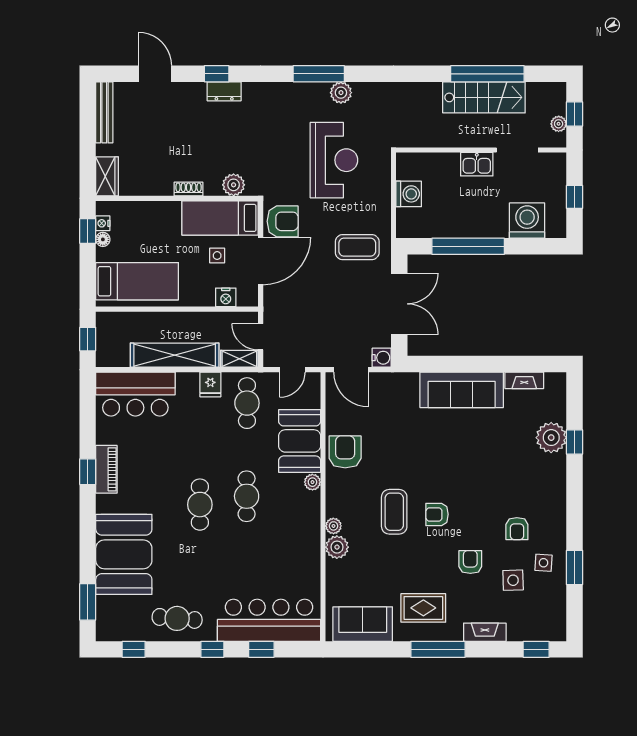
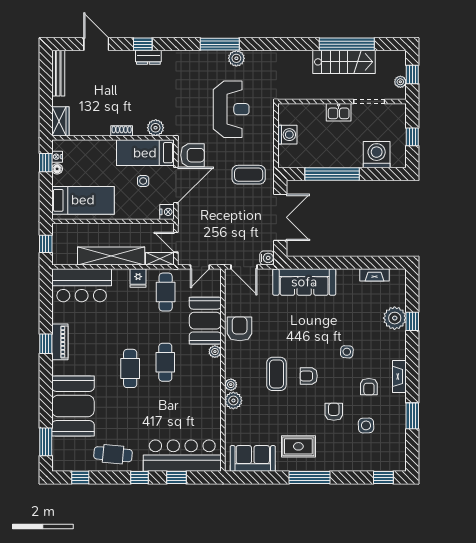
nightstand: (226, 297) -> (167, 212), moved, turned -90
sofa: (462, 390) -> (304, 282), moved
side table: (543, 563) -> (347, 352), moved
fireplace: (485, 632) -> (399, 376), moved, turned -90

